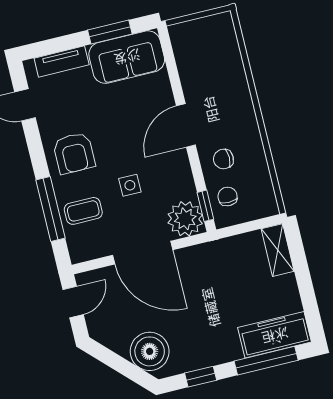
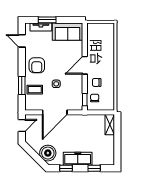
window: (110, 32) -> (47, 20), moved
window: (50, 209) -> (22, 86), width x0.69
plant: (185, 219) -> (75, 103), removed
door: (143, 253) -> (55, 112), hinge flipped
freezer: (275, 335) -> (78, 159), moved
window: (266, 361) -> (94, 168), width x0.46

